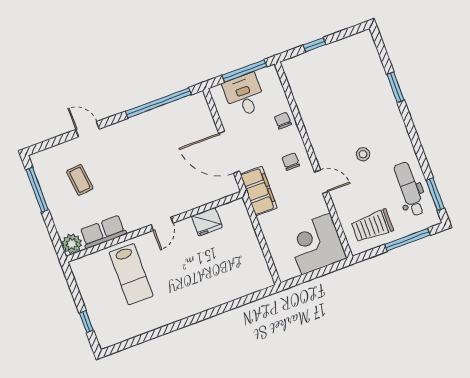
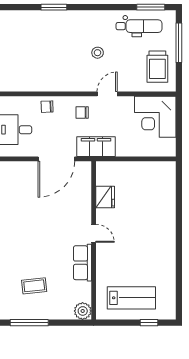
dental chair: (409, 189) -> (139, 26), turned 180
row of seats: (103, 232) -> (82, 263), moved
lab bench: (131, 274) -> (131, 298), moved

